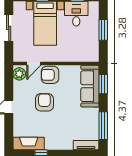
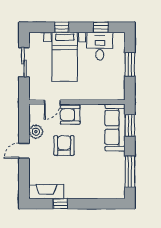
plant: (19, 74) -> (36, 132), moved
tv unit: (86, 145) -> (111, 193), removed

